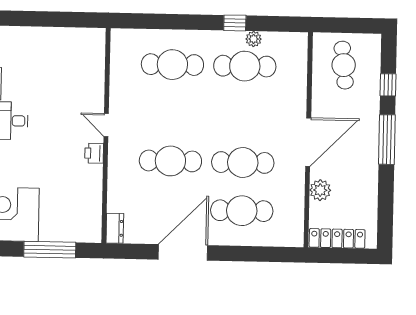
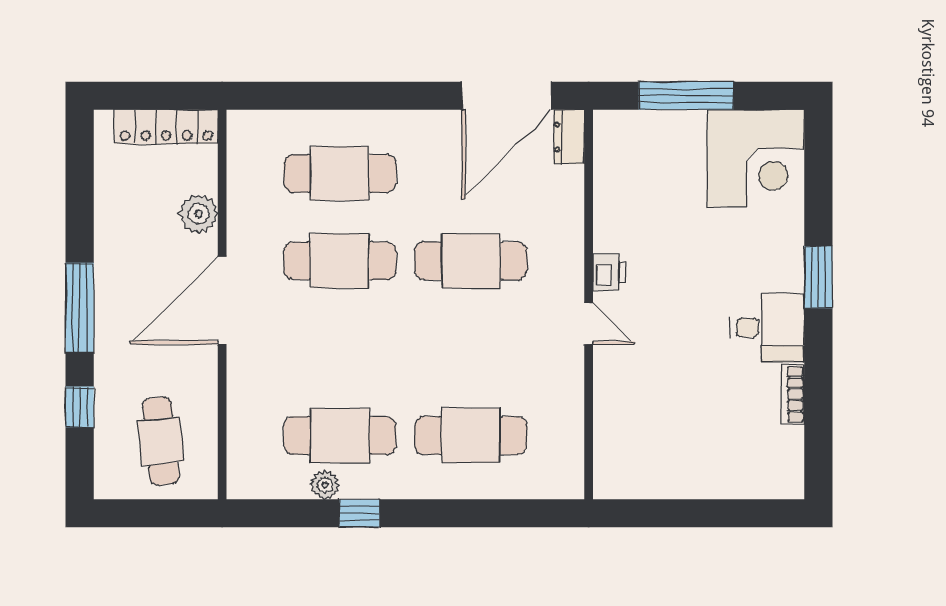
door: (183, 252) -> (507, 96), moved

